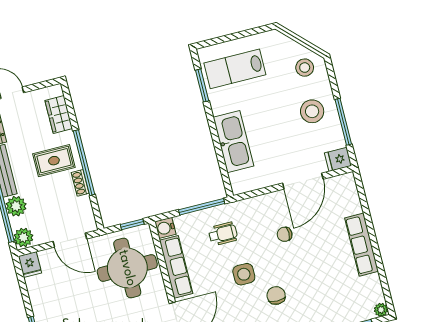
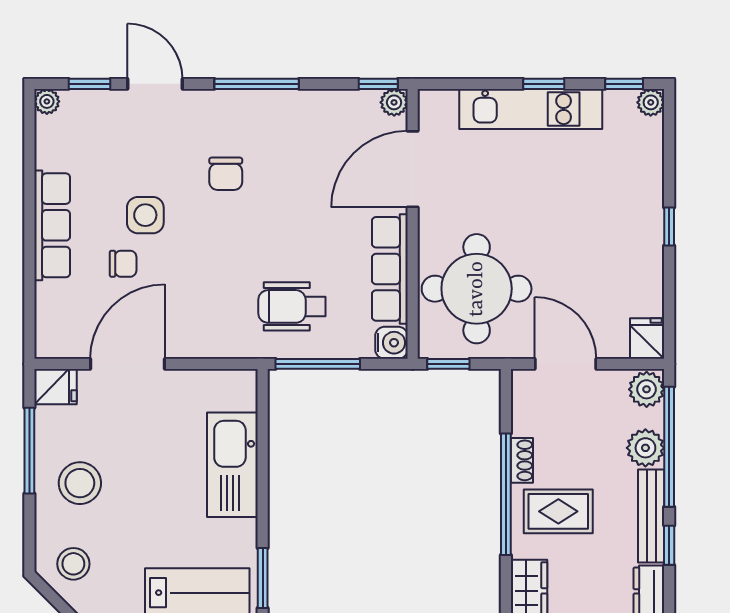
wheelchair: (223, 234) -> (292, 306), width x1.36, depth x1.37
chair: (285, 234) -> (123, 264), moved
side table: (244, 274) -> (145, 215), moved

